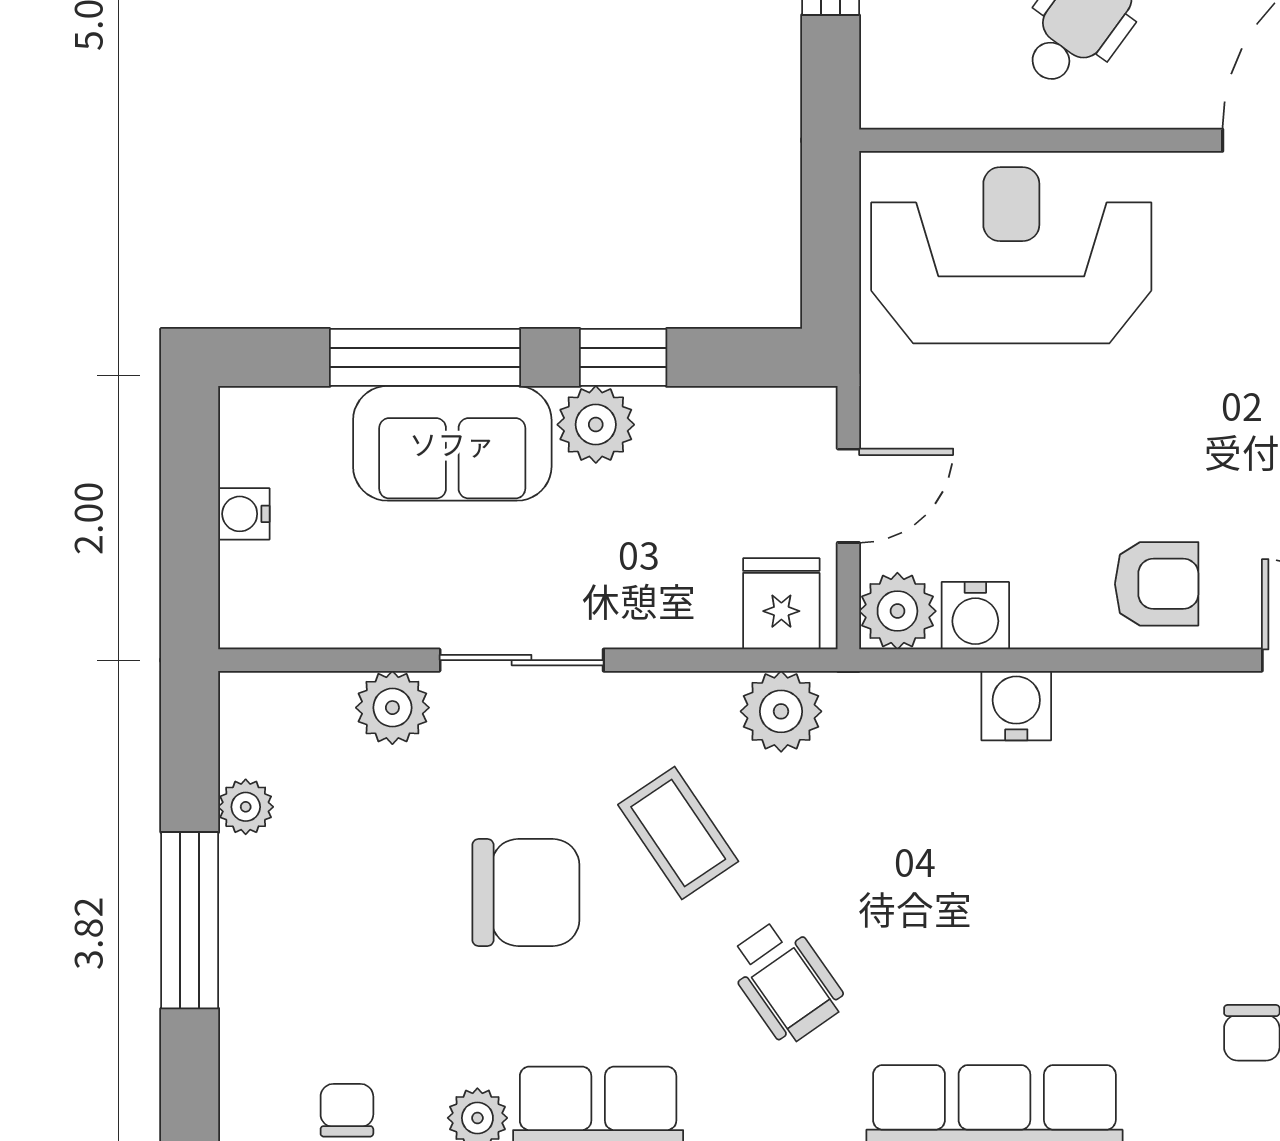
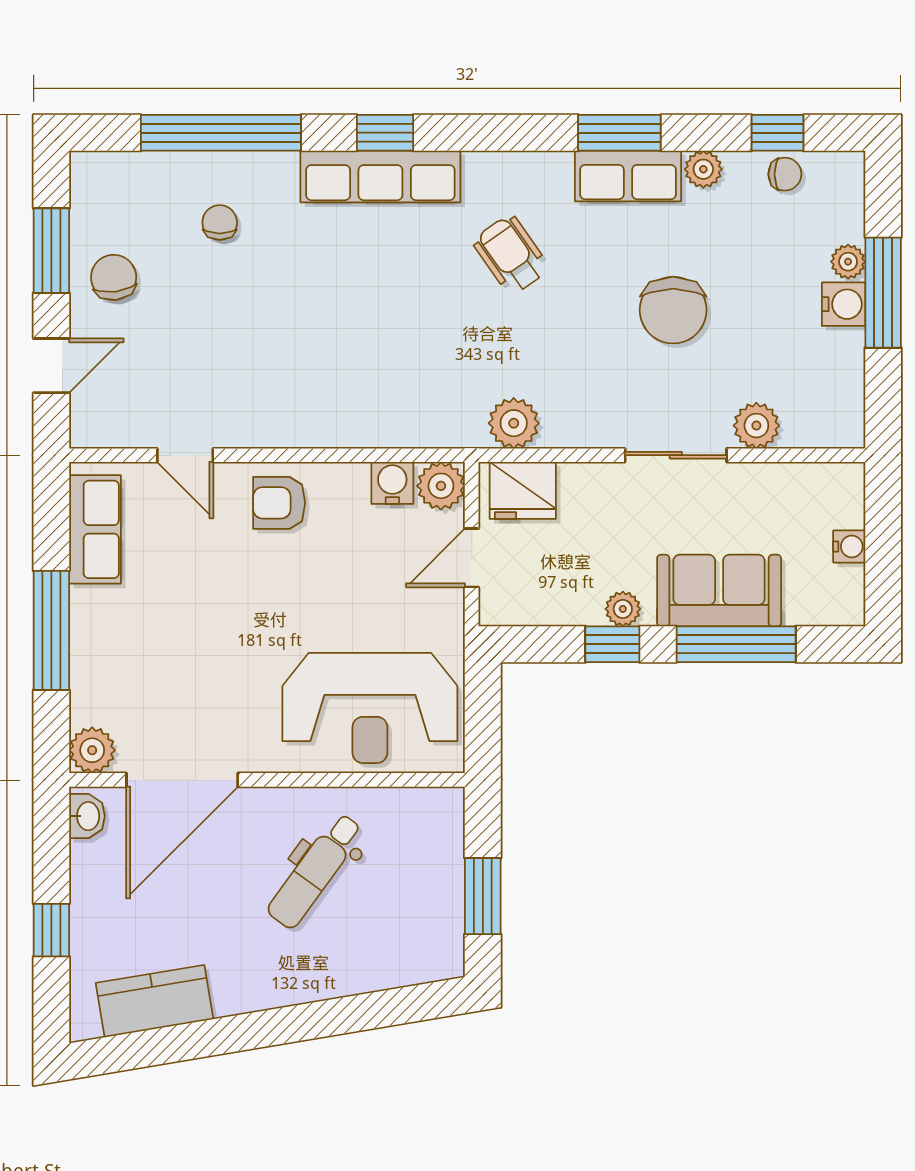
plant: (596, 425) -> (623, 609), width x0.73, depth x0.73
fridge: (781, 604) -> (523, 490), width x1.38
water cooler: (1016, 706) -> (844, 304), moved, turned -90
plant: (246, 807) -> (848, 262), moved
coffee table: (678, 833) -> (578, 347), removed
chair: (526, 892) -> (673, 310), turned -90
chair: (347, 1110) -> (785, 174), turned -90

